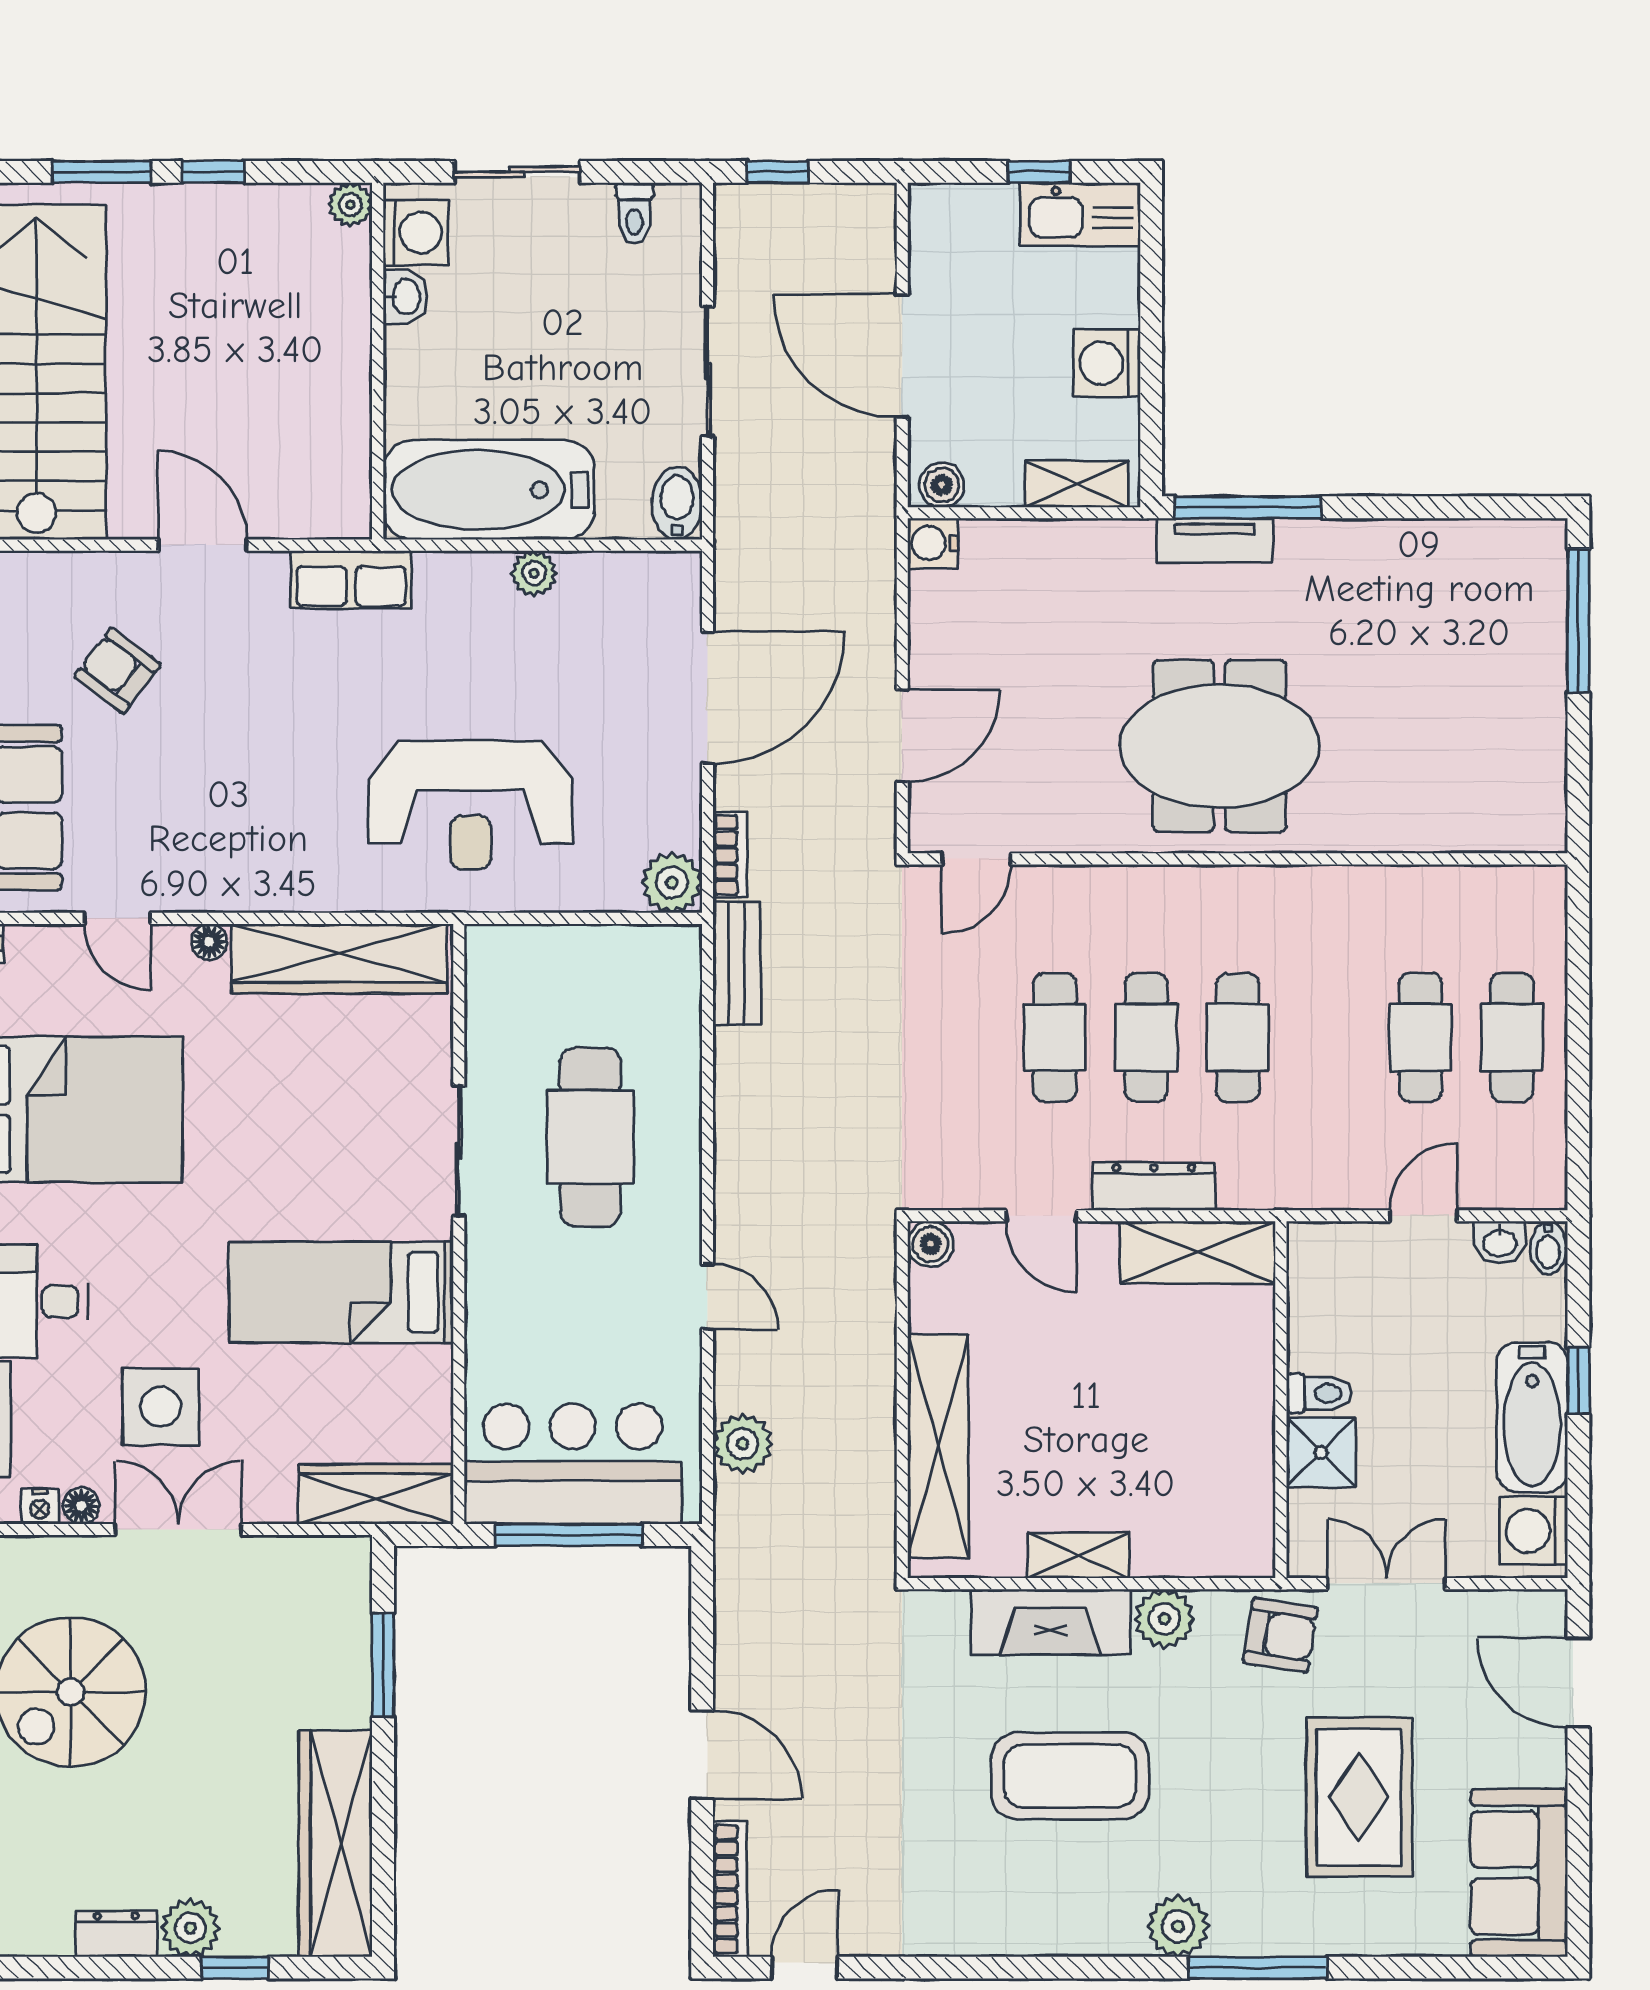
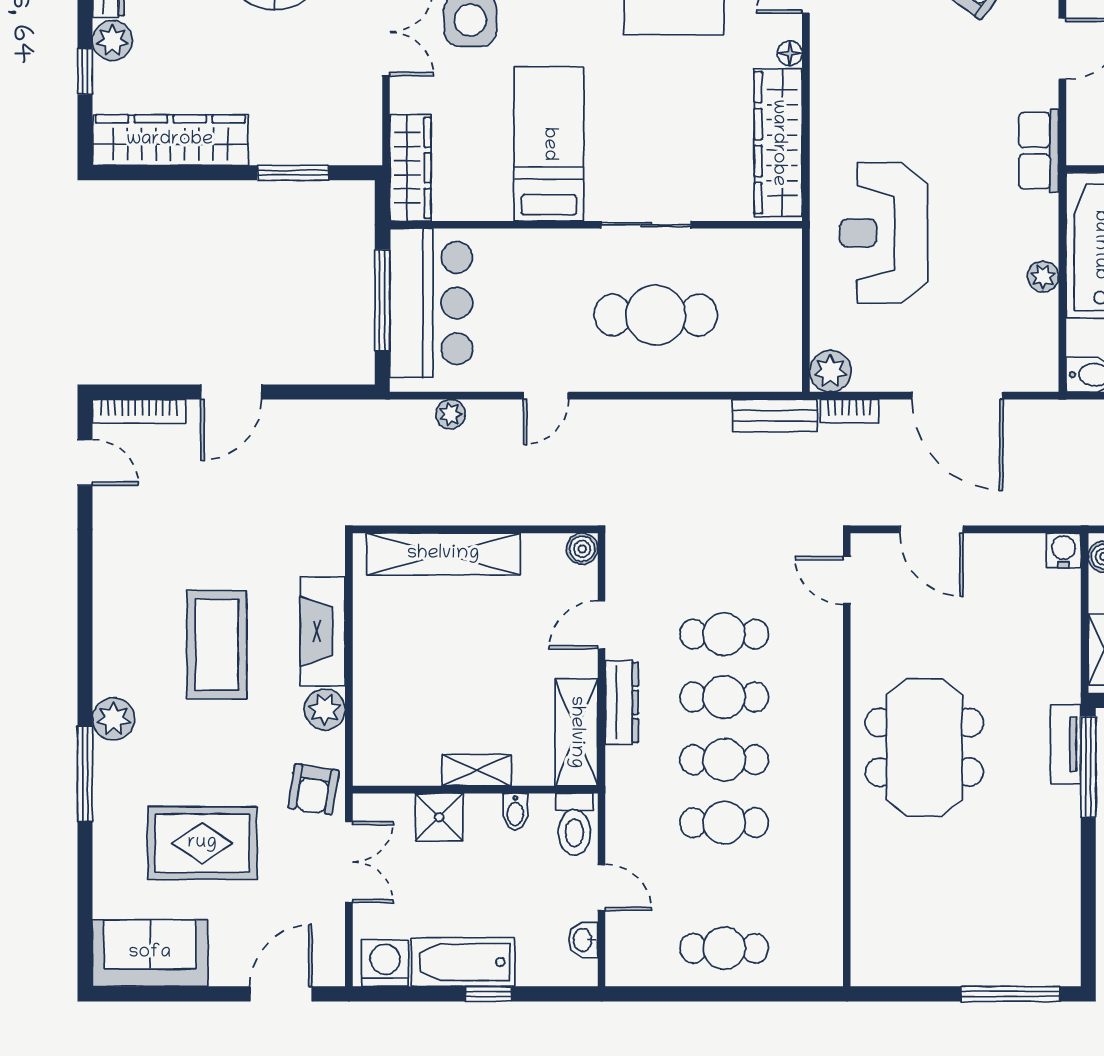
cafe table: (1420, 1037) -> (724, 823), moved
bidet: (1548, 1248) -> (515, 811), moved, turned -90
toilet: (1319, 1393) -> (574, 824), moved, width x1.37, depth x1.39
plant: (743, 1444) -> (451, 414), width x0.73, depth x0.73
shelving: (1078, 1555) -> (477, 770), moved, turned 90

